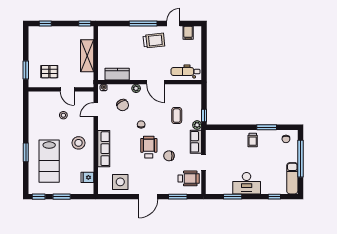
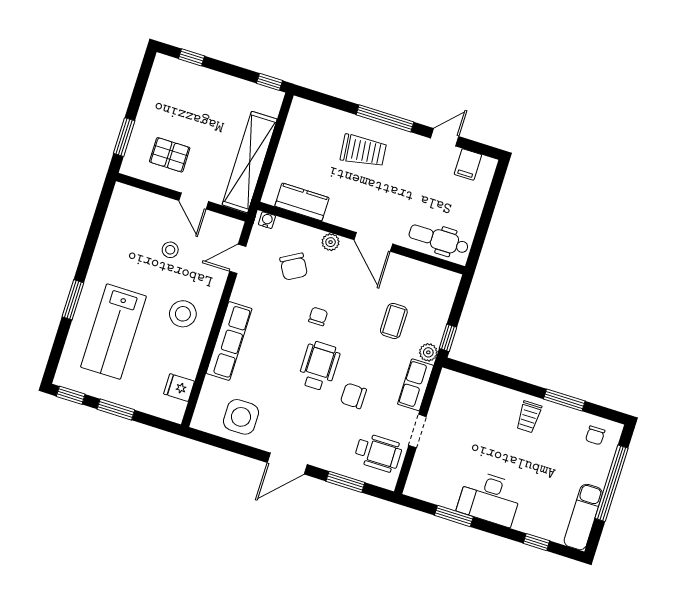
trolley: (154, 41) -> (363, 151), moved
shelving: (87, 56) -> (250, 162), width x1.47

